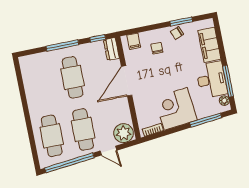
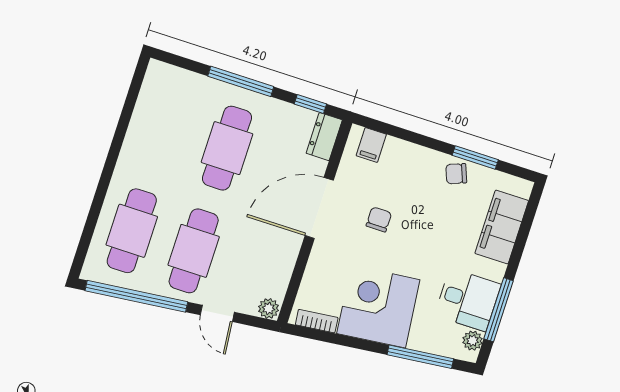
chair: (157, 48) -> (379, 219), moved
desk: (211, 80) -> (468, 300), width x0.73
plant: (123, 133) -> (269, 308), width x0.53, depth x0.53

